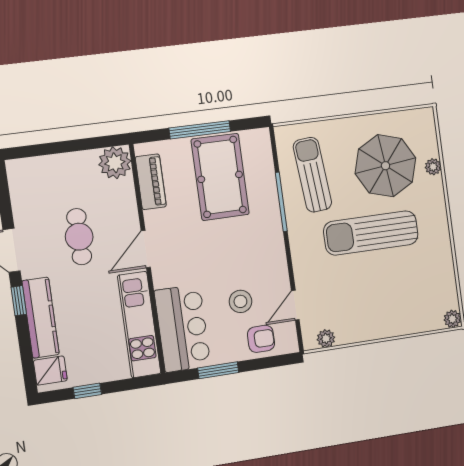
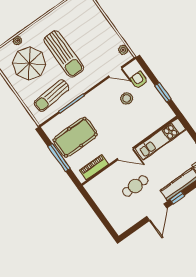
plant: (115, 163) -> (94, 188), removed
bar counter: (182, 328) -> (152, 119), removed

